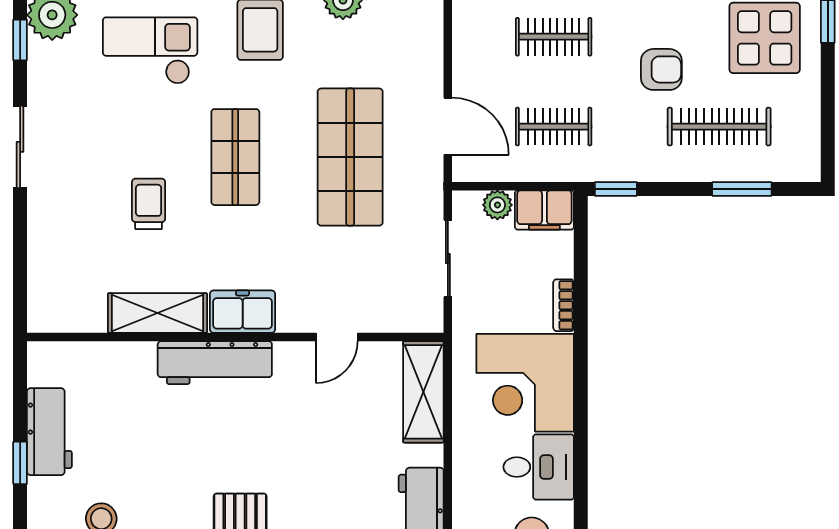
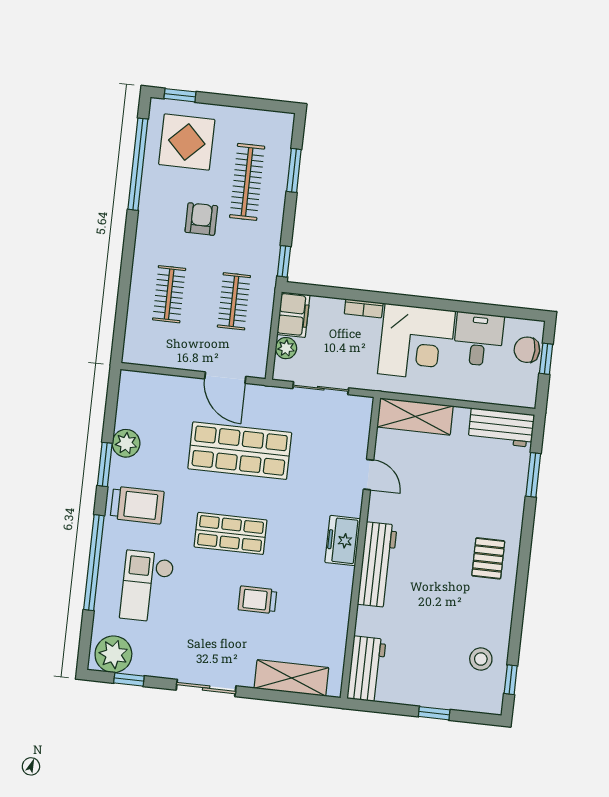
door: (448, 126) -> (225, 378), swing flipped
shelving: (157, 313) -> (291, 678), moved, turned 90
workbench: (49, 432) -> (366, 669), moved, turned 90

